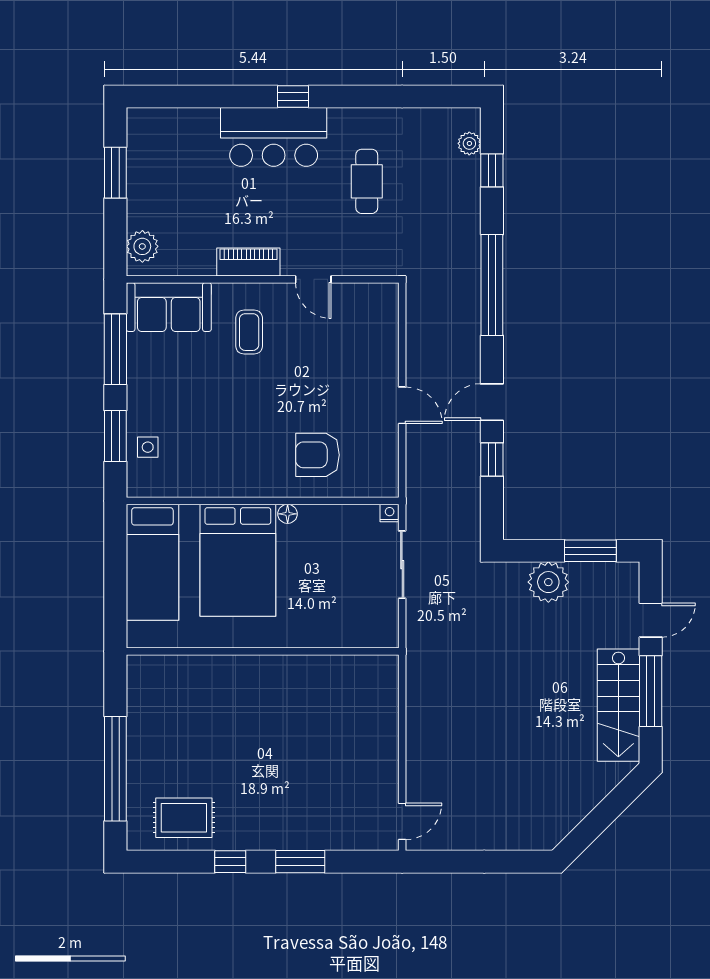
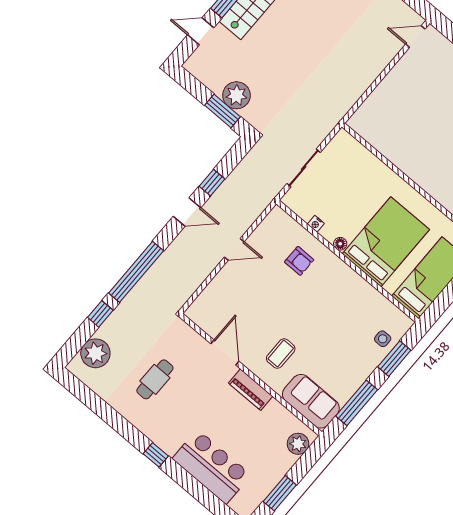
bar counter: (274, 137) -> (212, 467), moved
plant: (469, 143) -> (95, 353), width x1.87, depth x1.87
window: (492, 170) -> (100, 314), moved
door: (313, 279) -> (225, 353), width x1.37
door: (402, 405) -> (234, 249), swing flipped
armchair: (318, 455) -> (299, 261), width x0.72, depth x0.72
nightstand: (390, 513) -> (316, 224), moved
window: (590, 551) -> (222, 111), moved

